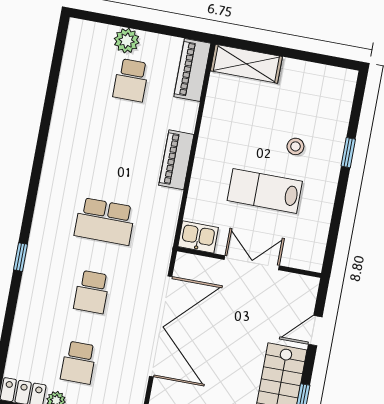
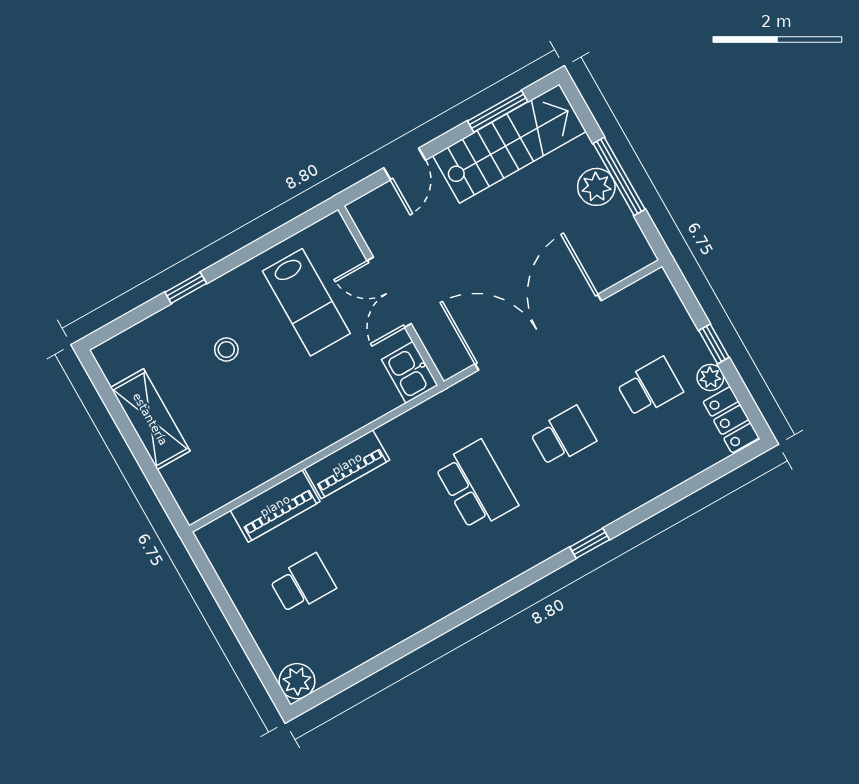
plant: (127, 41) -> (297, 681), moved
shelving: (246, 64) -> (150, 419), moved
piano: (192, 70) -> (275, 506), moved
lab bench: (265, 191) -> (306, 302), moved
door: (315, 331) -> (405, 164), hinge flipped

